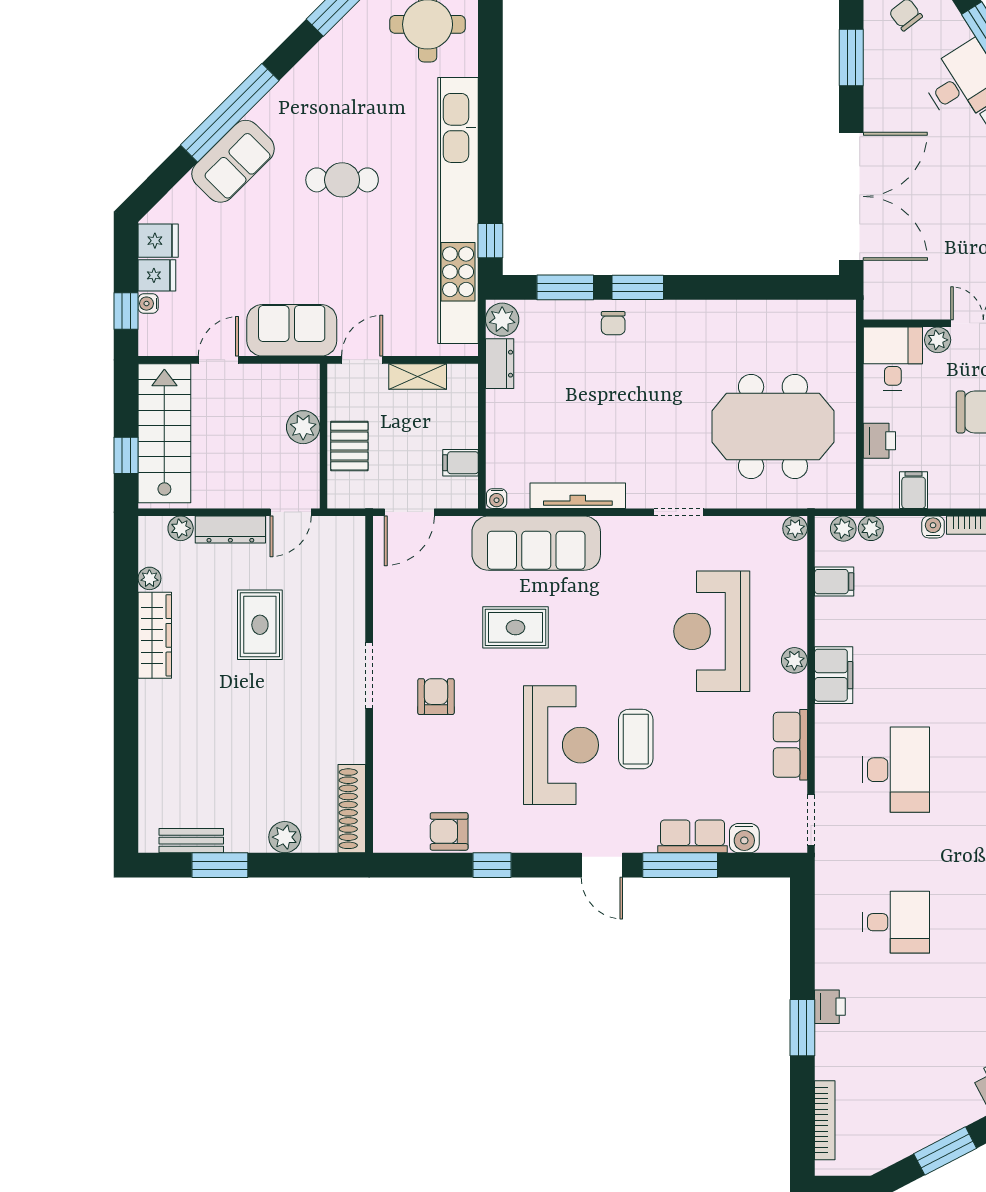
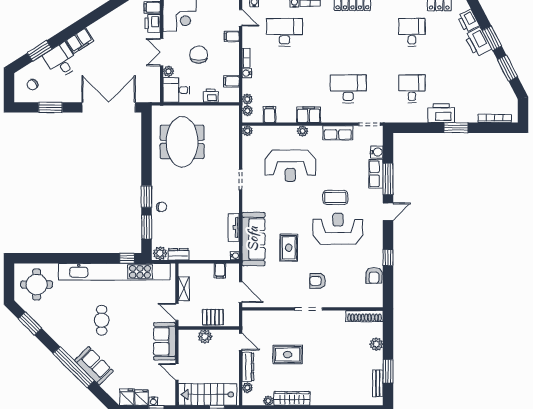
meeting table: (773, 426) -> (182, 142), moved
tv unit: (578, 496) -> (234, 227), width x0.71
printer: (830, 1007) -> (441, 113), width x1.87, depth x1.48

